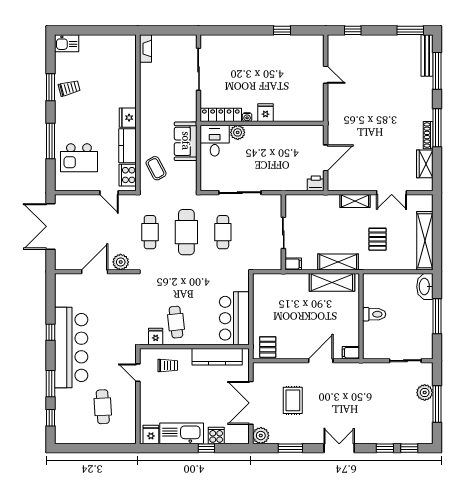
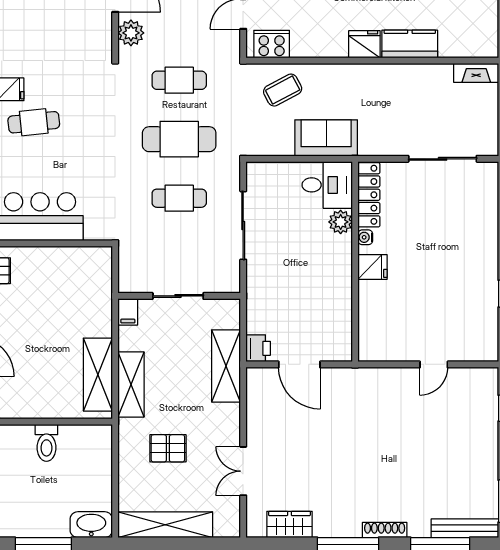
shoe rack: (428, 135) -> (385, 530), moved
kitchen counter: (128, 146) -> (410, 44), moved
shelving: (355, 201) -> (226, 366), moved, width x1.50, depth x1.33

